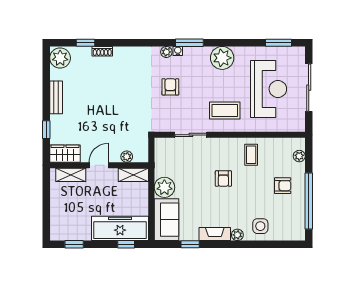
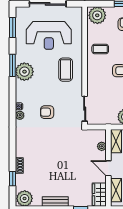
window: (189, 43) -> (13, 65), moved
reception desk: (269, 89) -> (49, 35), turned 180
sliding door: (191, 135) -> (85, 109), moved
plant: (299, 156) -> (97, 15), width x1.88, depth x1.88

